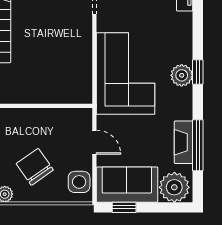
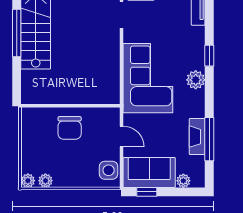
window: (198, 72) -> (209, 56), moved
chair: (35, 167) -> (70, 128), moved, turned -145
plant: (174, 187) -> (183, 181), width x0.53, depth x0.53

